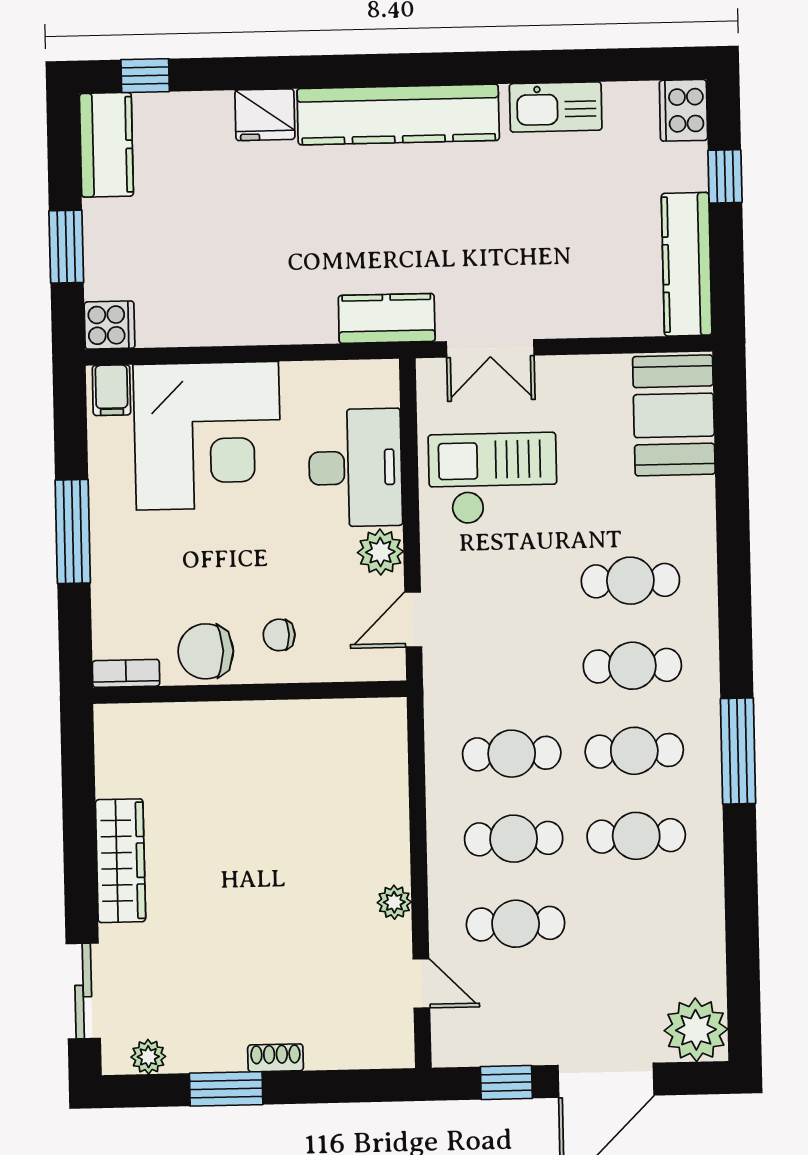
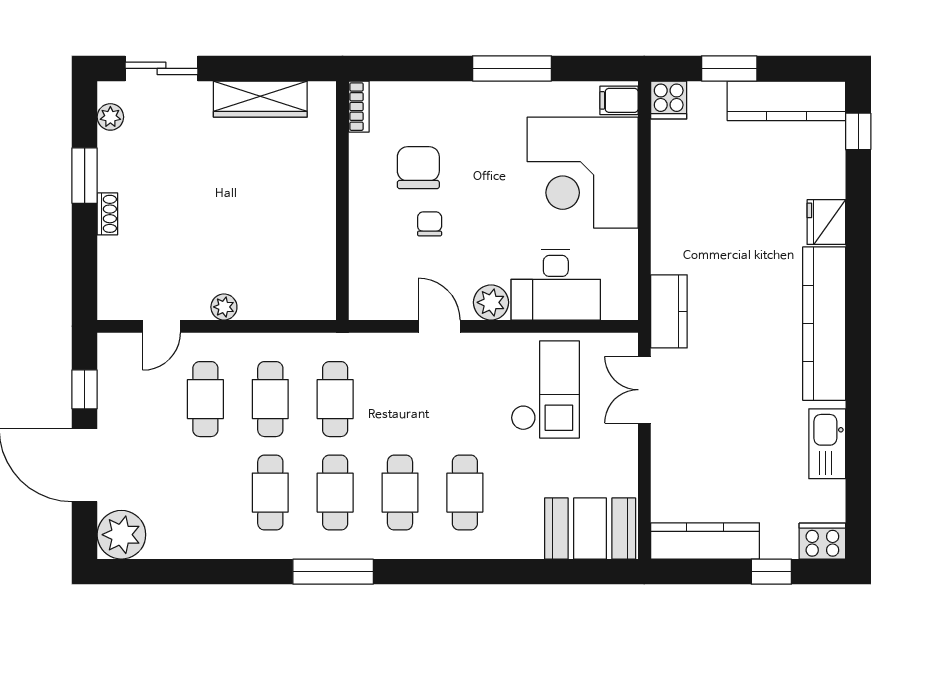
kitchen counter: (106, 145) -> (786, 101), width x1.50
bookcase: (126, 673) -> (359, 107), moved
wall: (250, 692) -> (342, 201), moved

